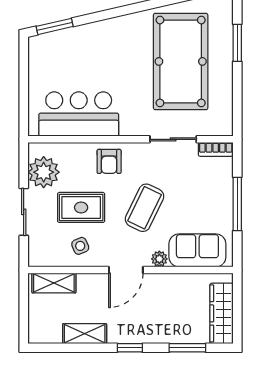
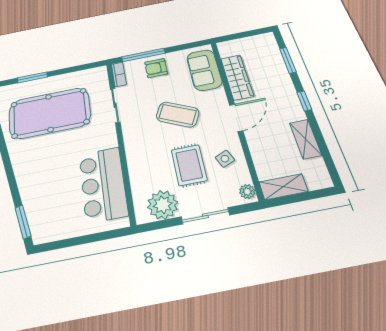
armchair: (109, 161) -> (156, 68), moved, turned 180
window: (237, 204) -> (143, 55), moved
plant: (159, 259) -> (247, 192), moved
door: (126, 270) -> (236, 118), hinge flipped
shelving: (54, 283) -> (283, 187), moved, turned 90
wardrobe: (222, 313) -> (237, 77), moved, turned -90

